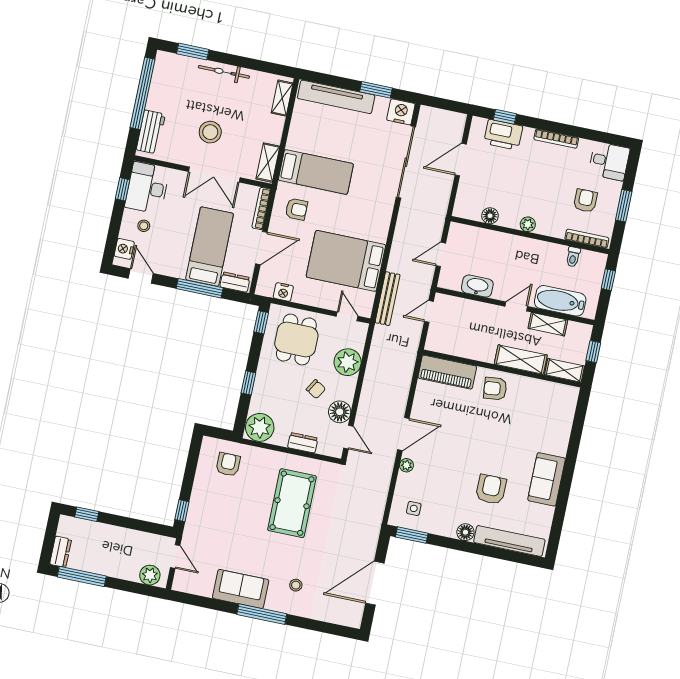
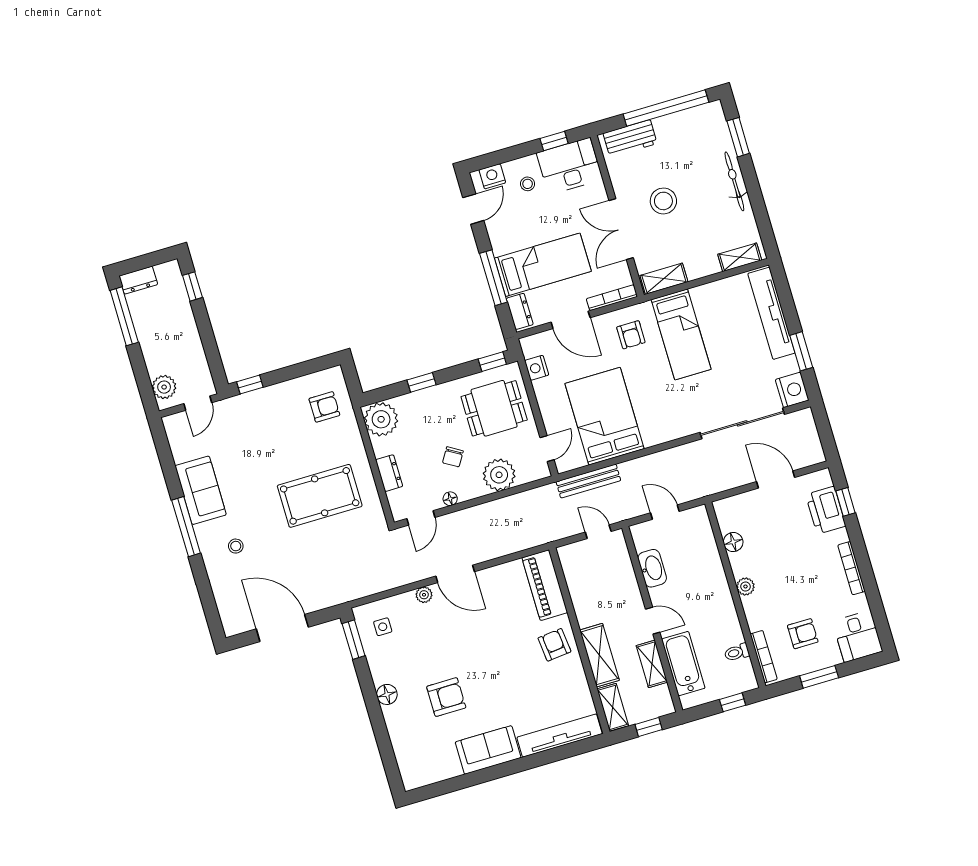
floor lamp: (340, 412) -> (450, 499), width x0.53, depth x0.53
tv unit: (509, 541) -> (560, 736), moved, turned -90

